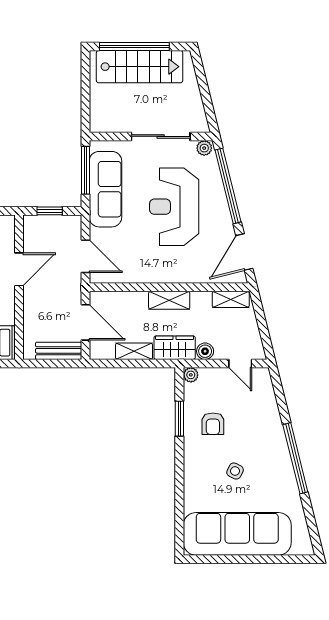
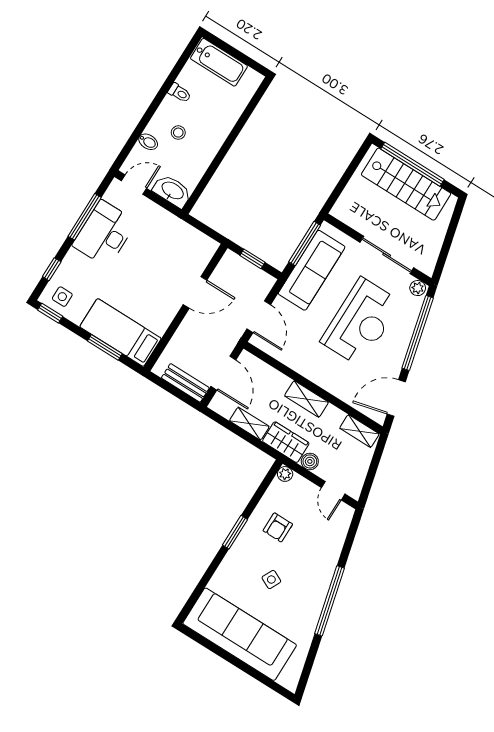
reception desk: (174, 207) -> (361, 322), turned 180
window: (179, 419) -> (235, 532), moved

